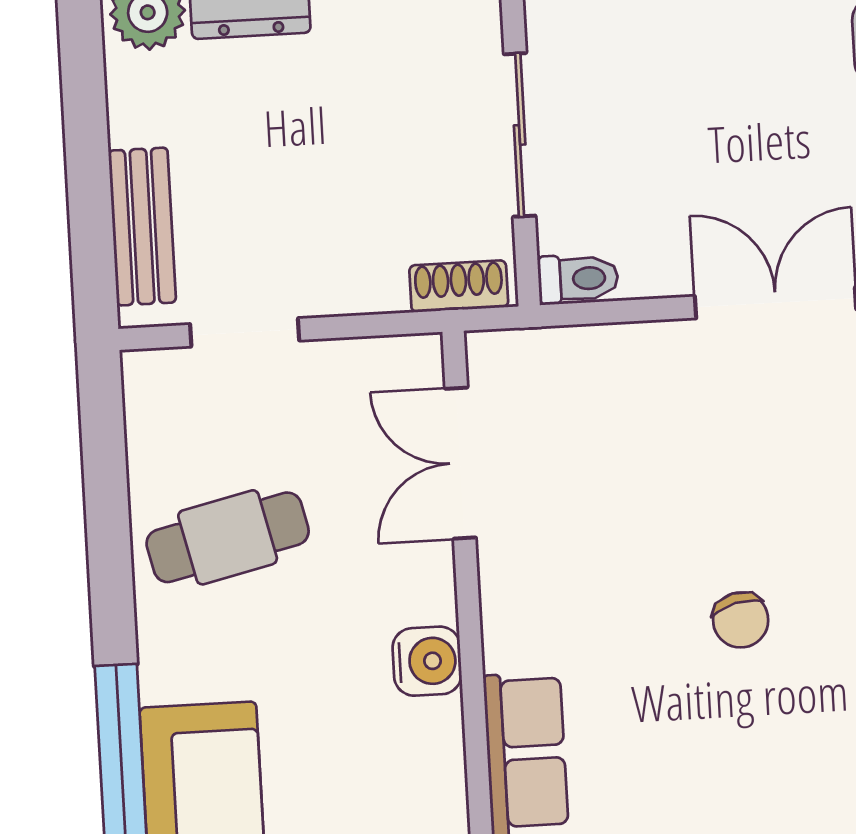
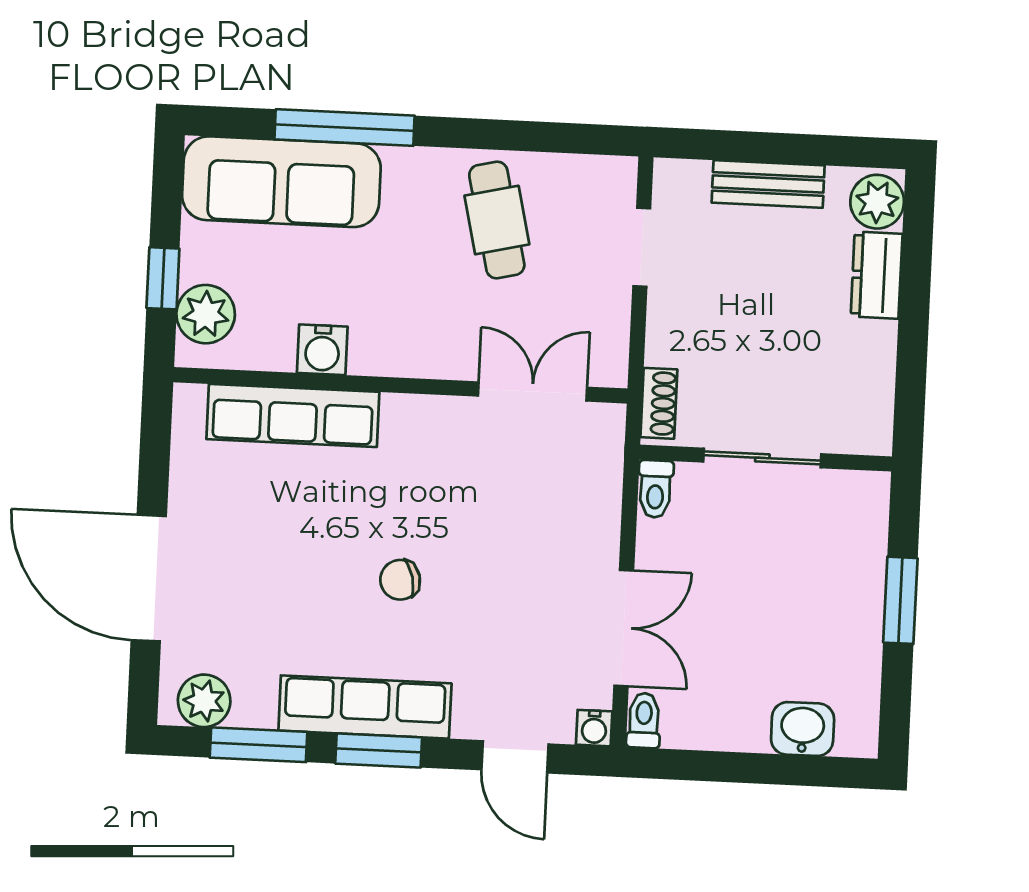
bench: (142, 227) -> (768, 184), moved
water cooler: (427, 661) -> (322, 350), moved

